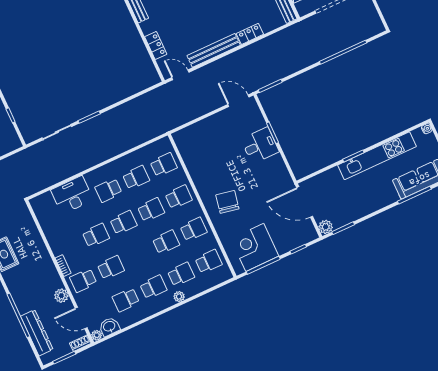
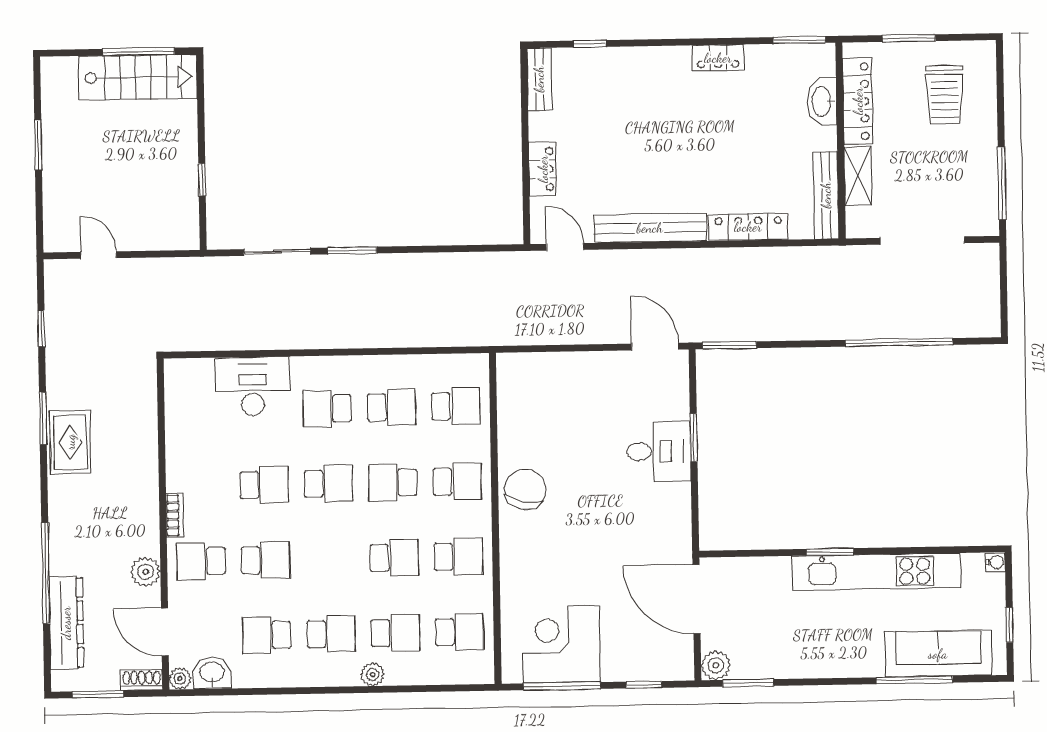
locker: (250, 34) -> (748, 227), width x1.53
chair: (227, 202) -> (525, 489), moved
school desk: (151, 210) -> (393, 483), turned 180

